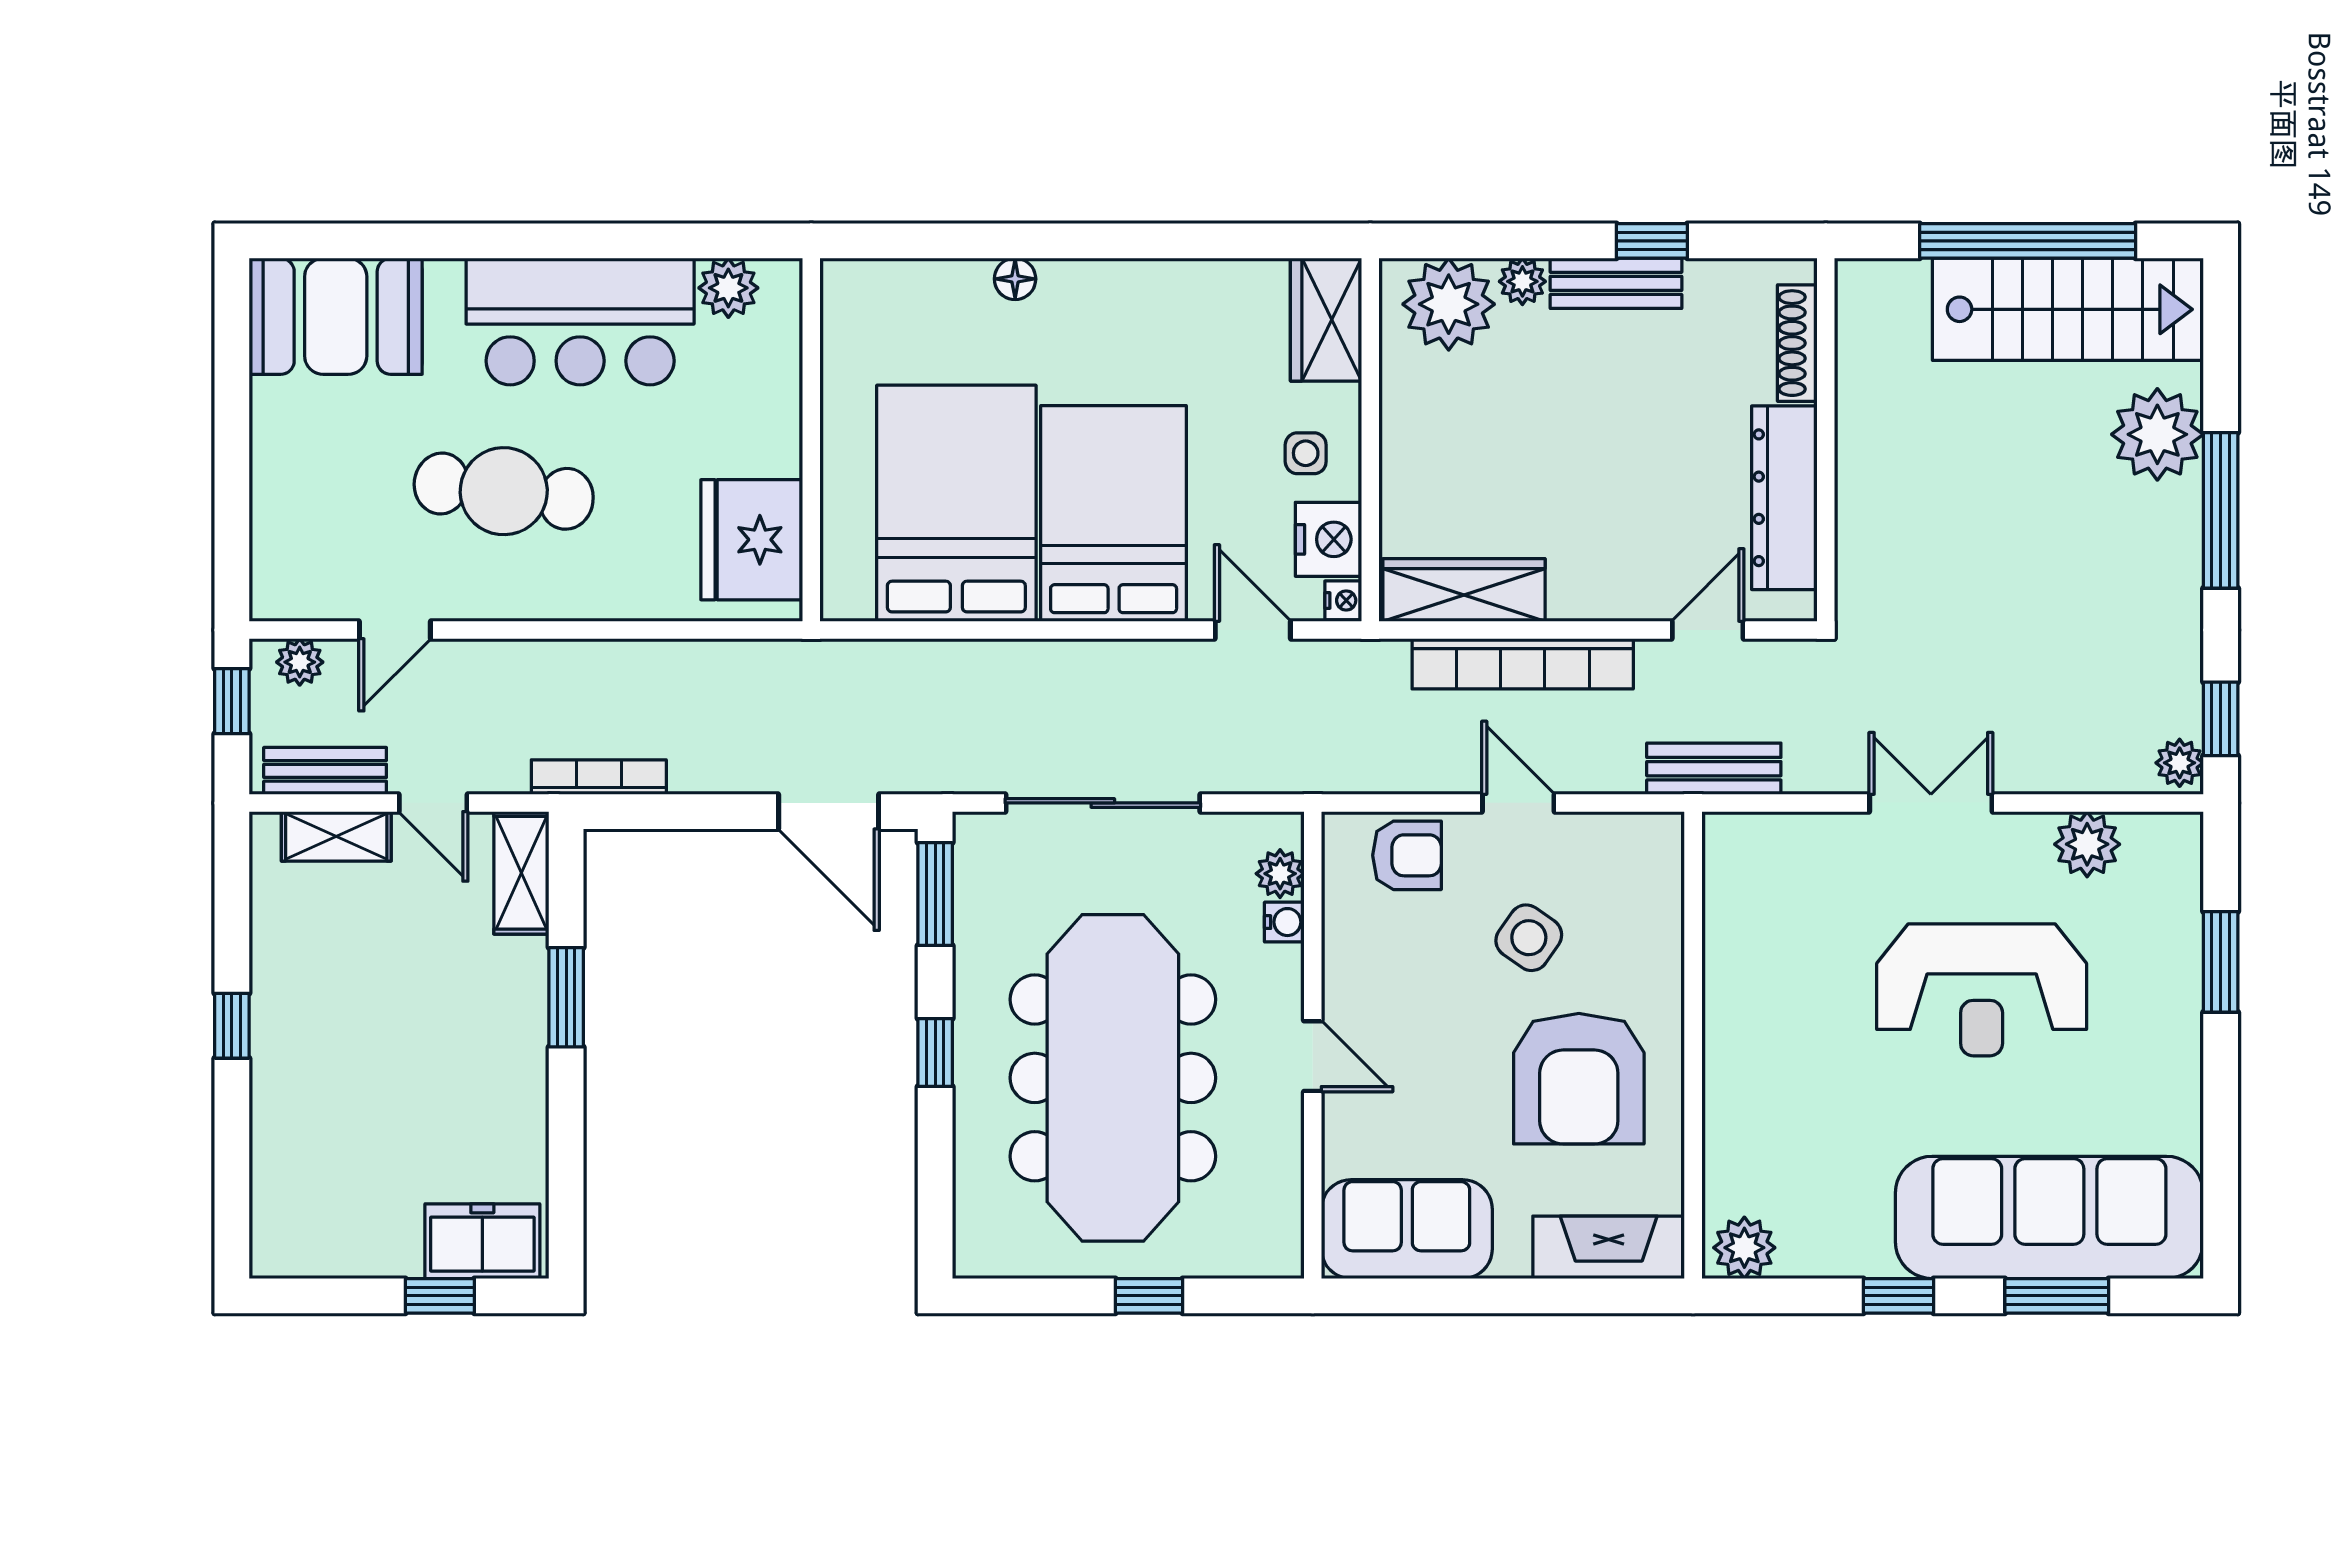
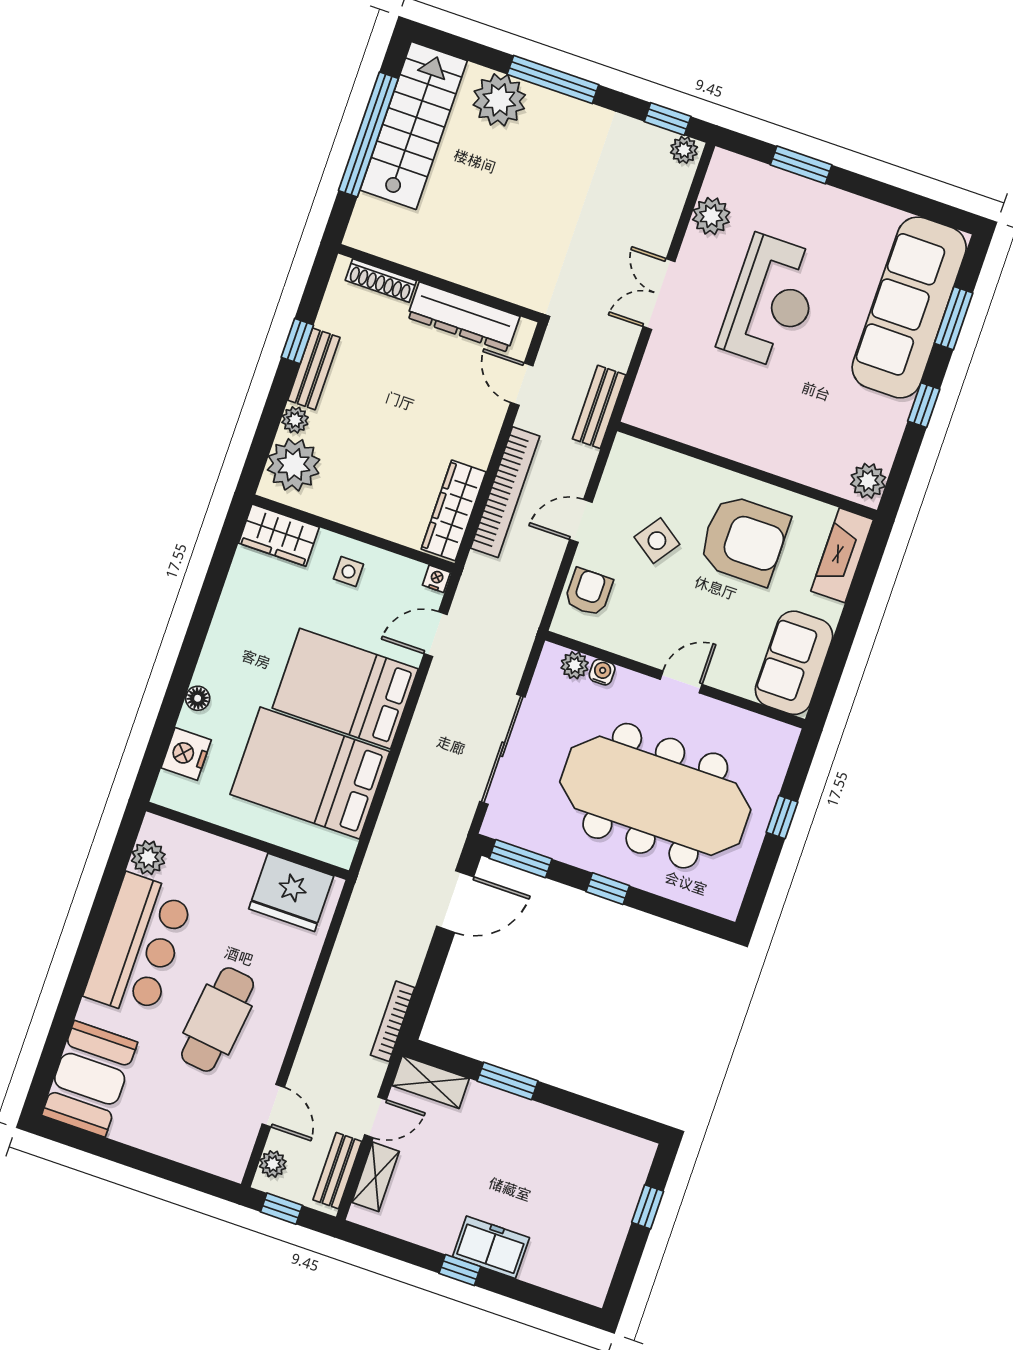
nightstand: (1329, 539) -> (186, 754), moved, turned -90
freezer: (482, 1241) -> (491, 1247), moved, turned 90

